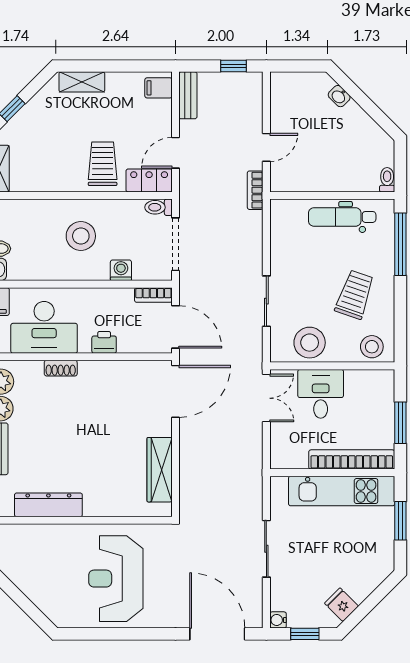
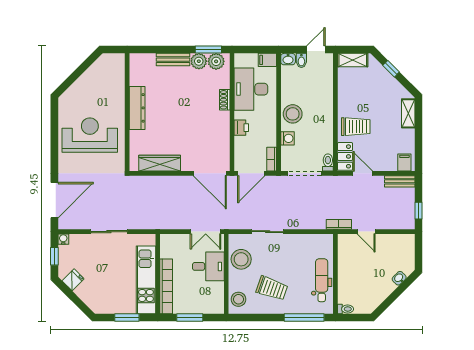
stool: (81, 236) -> (293, 114), moved
dresser: (48, 505) -> (137, 108), moved

